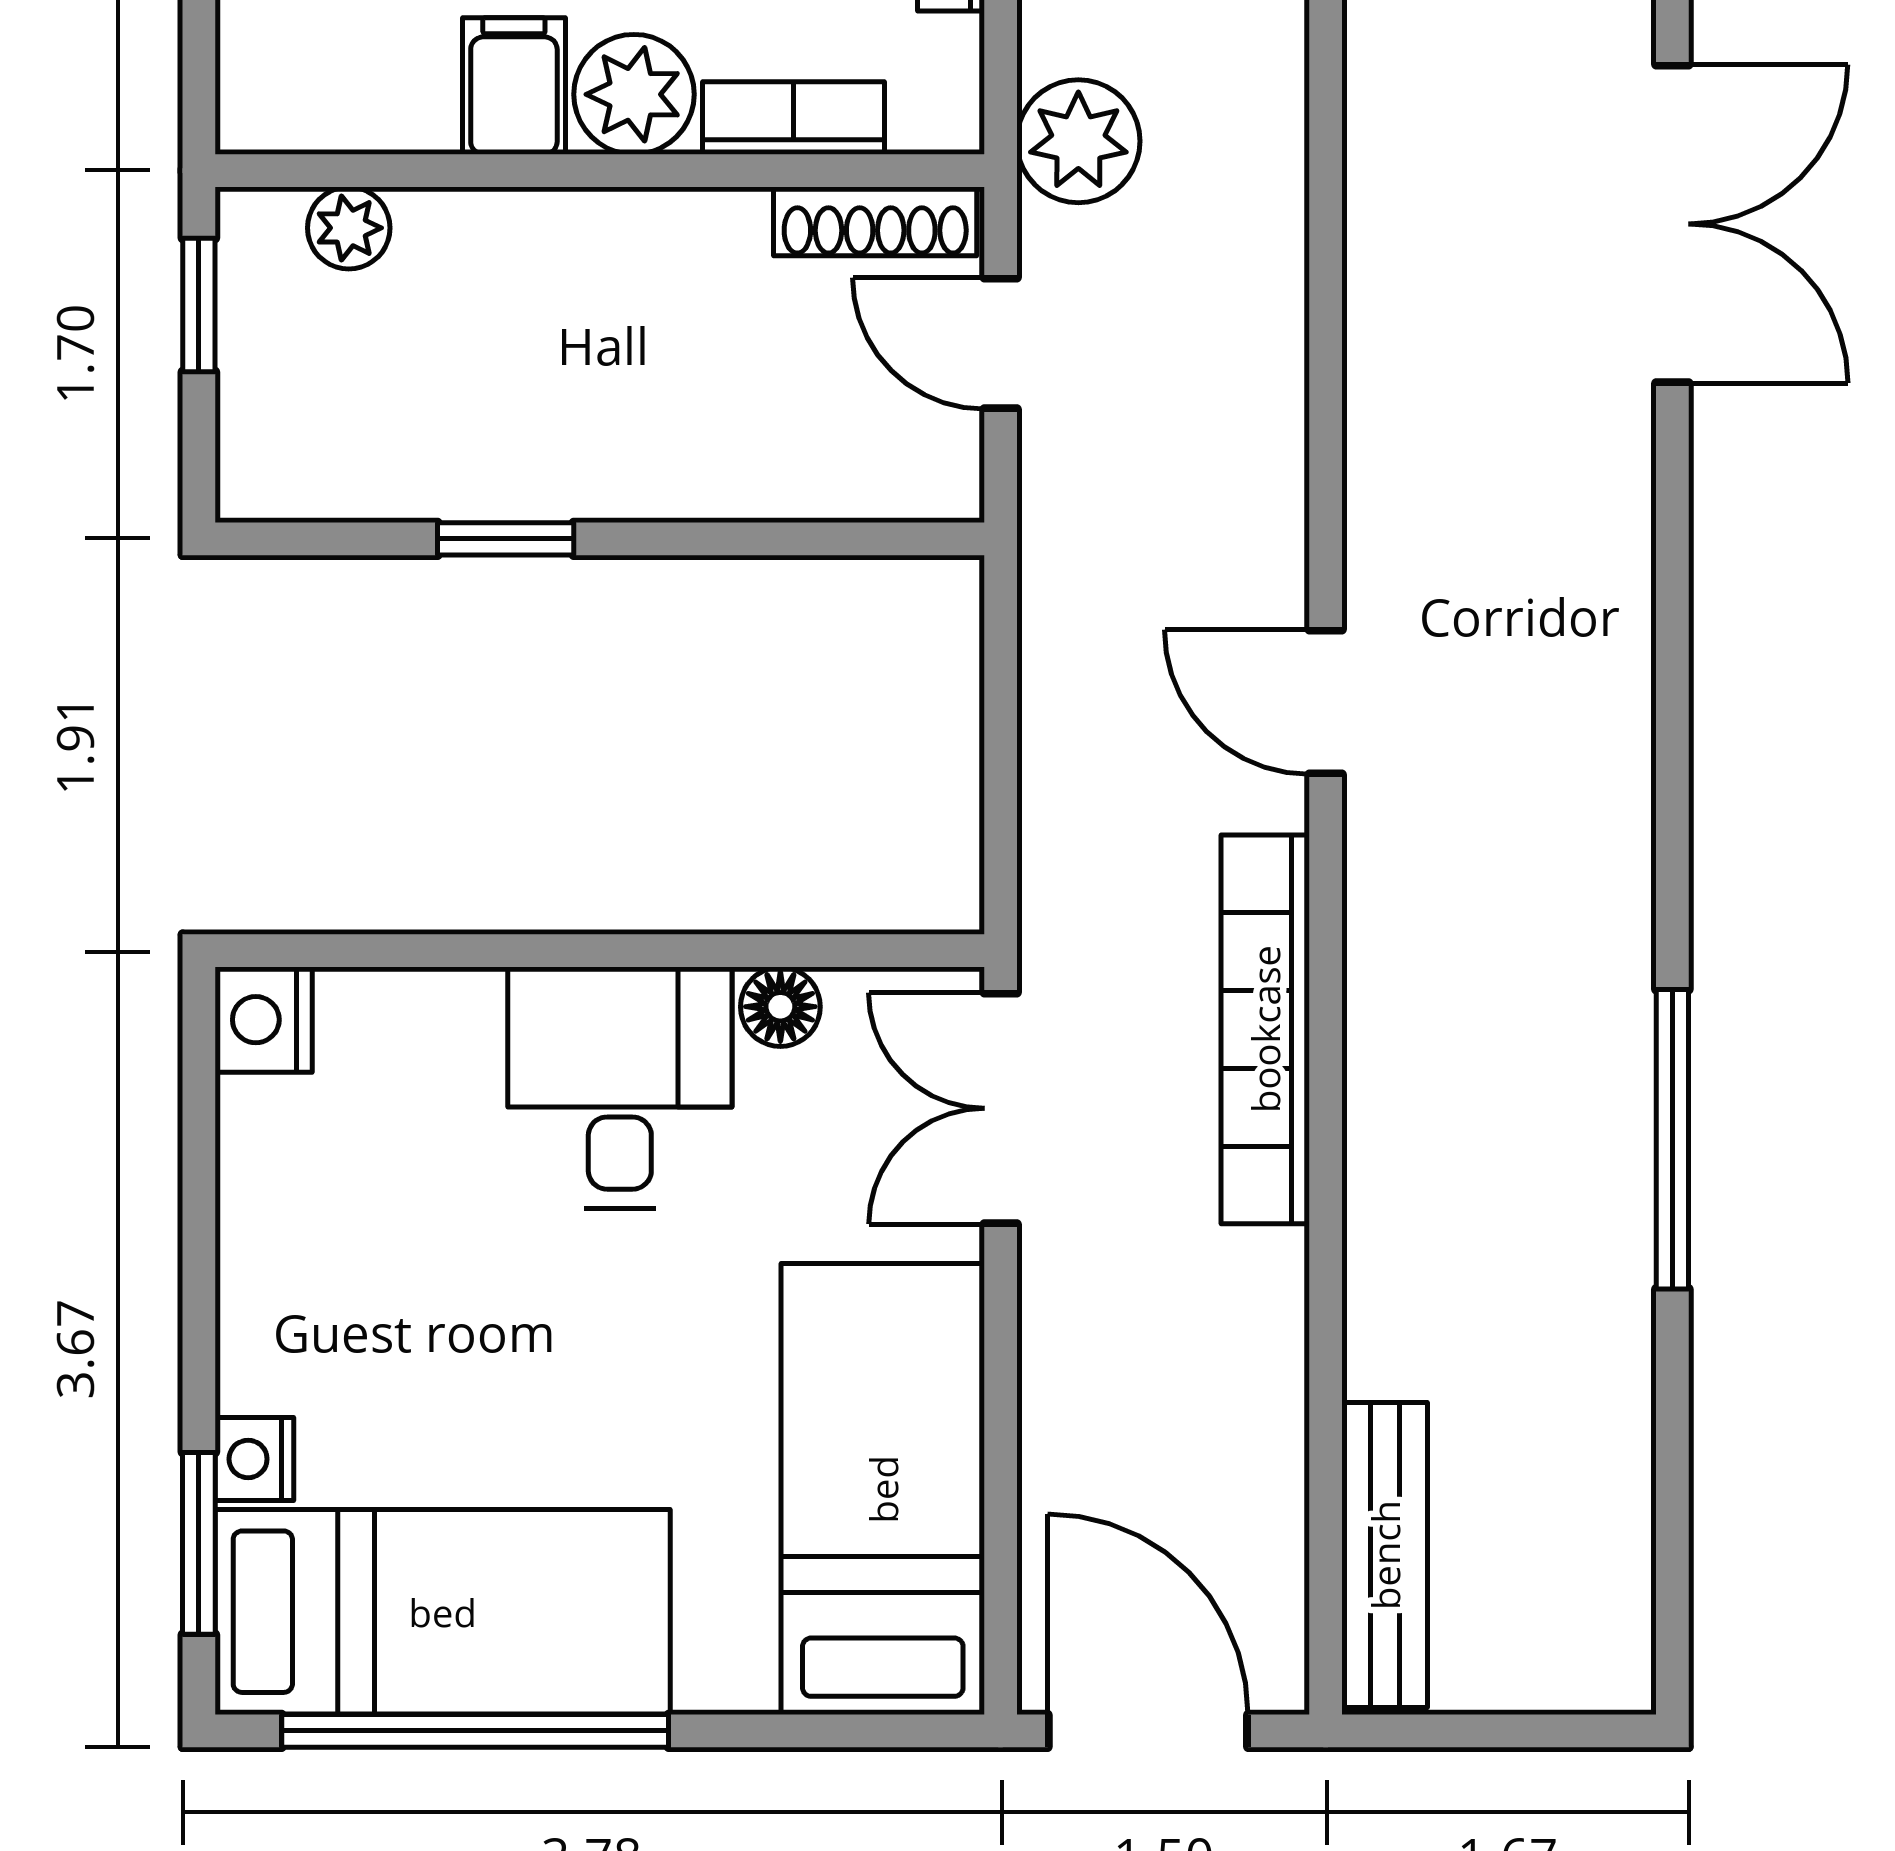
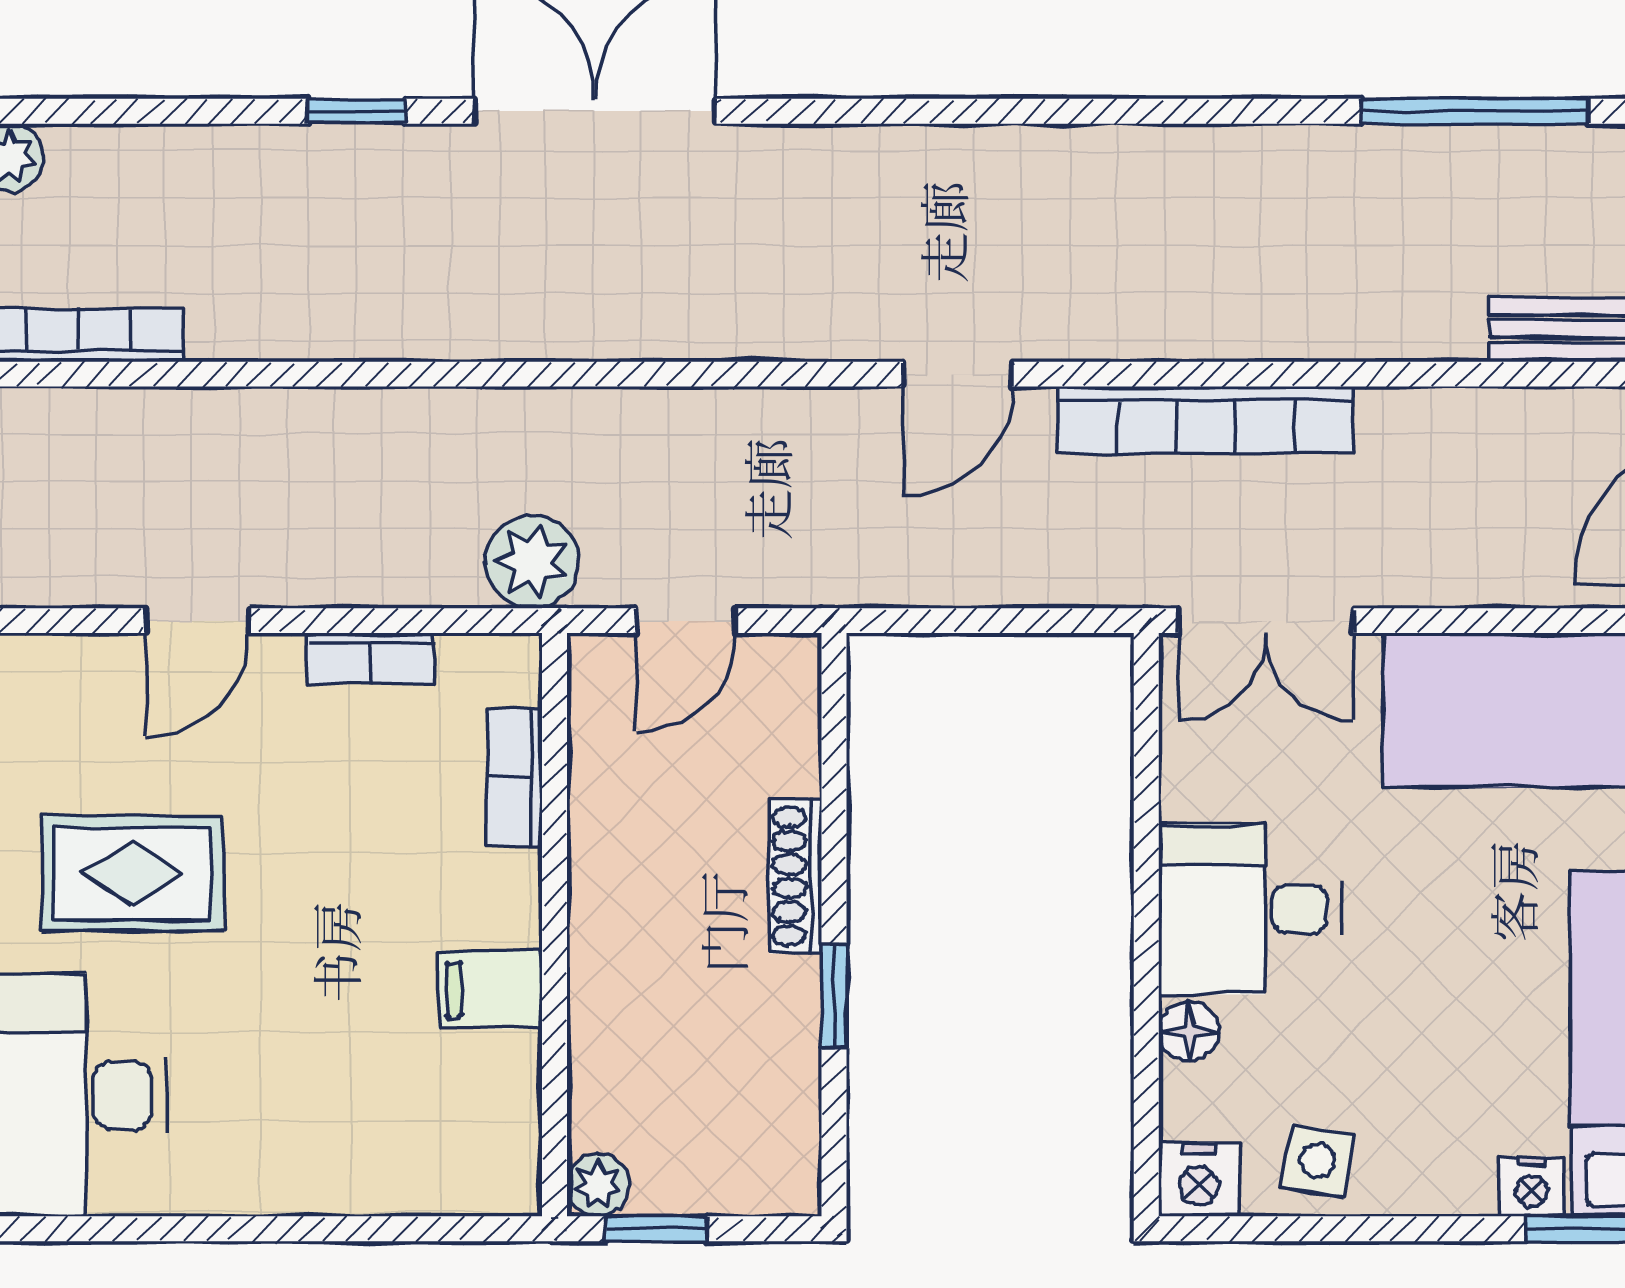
plant: (634, 94) -> (497, 899), removed
shoe rack: (875, 221) -> (795, 876), moved, turned 180
plant: (349, 228) -> (598, 1185), moved
floor lamp: (780, 1007) -> (1189, 1031), moved
window: (1672, 1139) -> (1474, 111), moved
side table: (289, 1176) -> (1317, 1161), added

